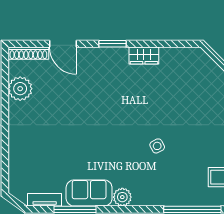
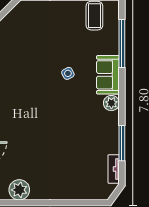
sofa: (89, 193) -> (108, 75), moved

